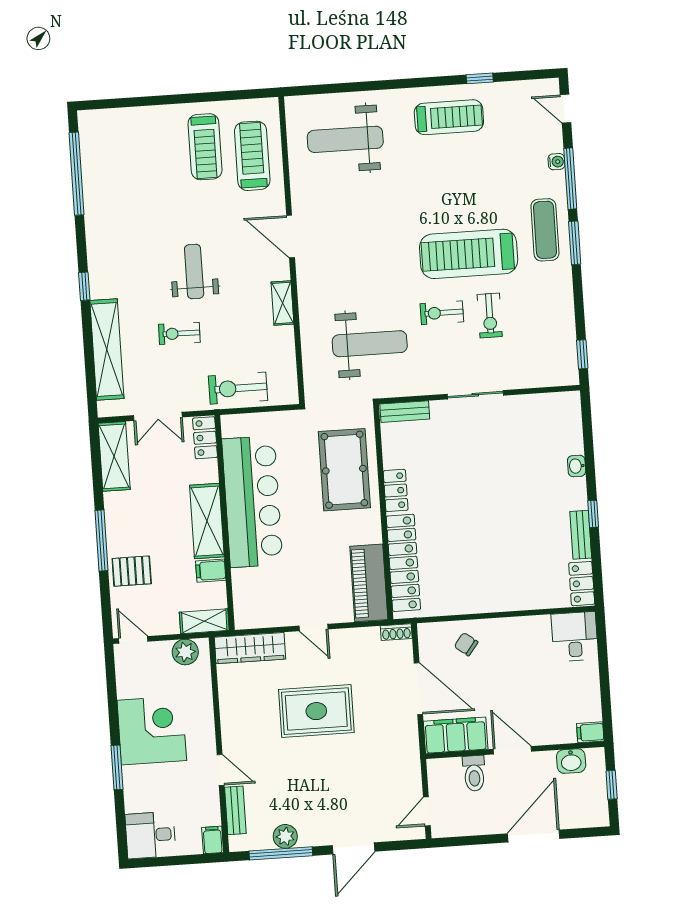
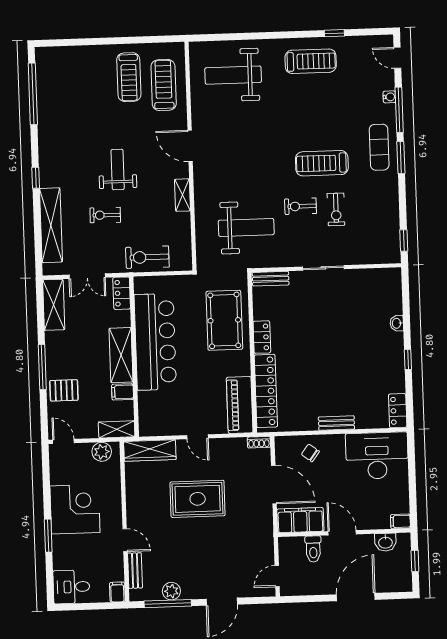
treadmill: (469, 254) -> (322, 163), width x0.73, depth x0.73
bench: (581, 535) -> (336, 423), moved, turned 90
desk: (575, 636) -> (377, 456), width x1.87, depth x1.30

